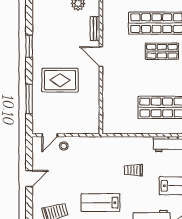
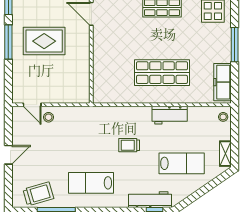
window: (29, 99) -> (8, 42), moved
door: (50, 135) -> (32, 105), hinge flipped

